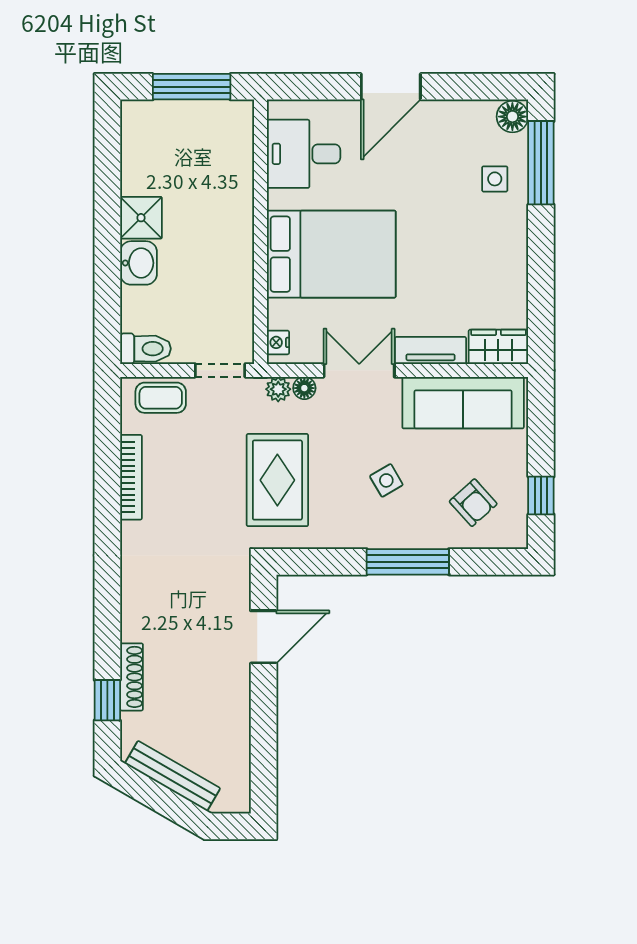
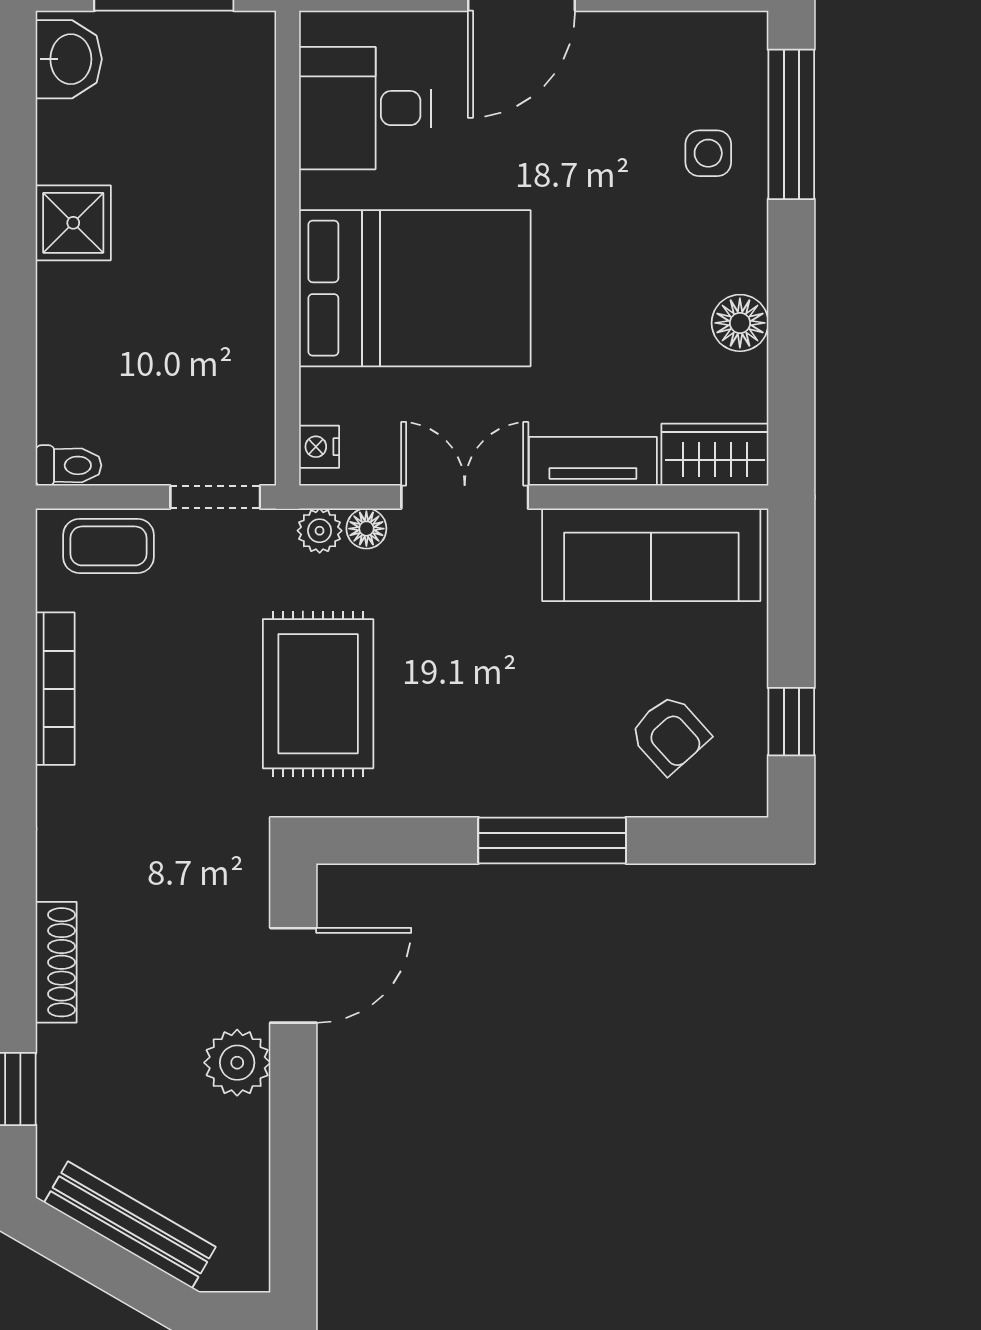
floor lamp: (512, 117) -> (740, 323), moved
washbasin: (139, 263) -> (69, 59), moved
toilet: (146, 349) -> (69, 465), width x0.73, depth x0.72
side table: (386, 480) -> (514, 694), removed
shoe rack: (132, 677) -> (56, 962), moved
plant: (232, 686) -> (237, 1063), added

